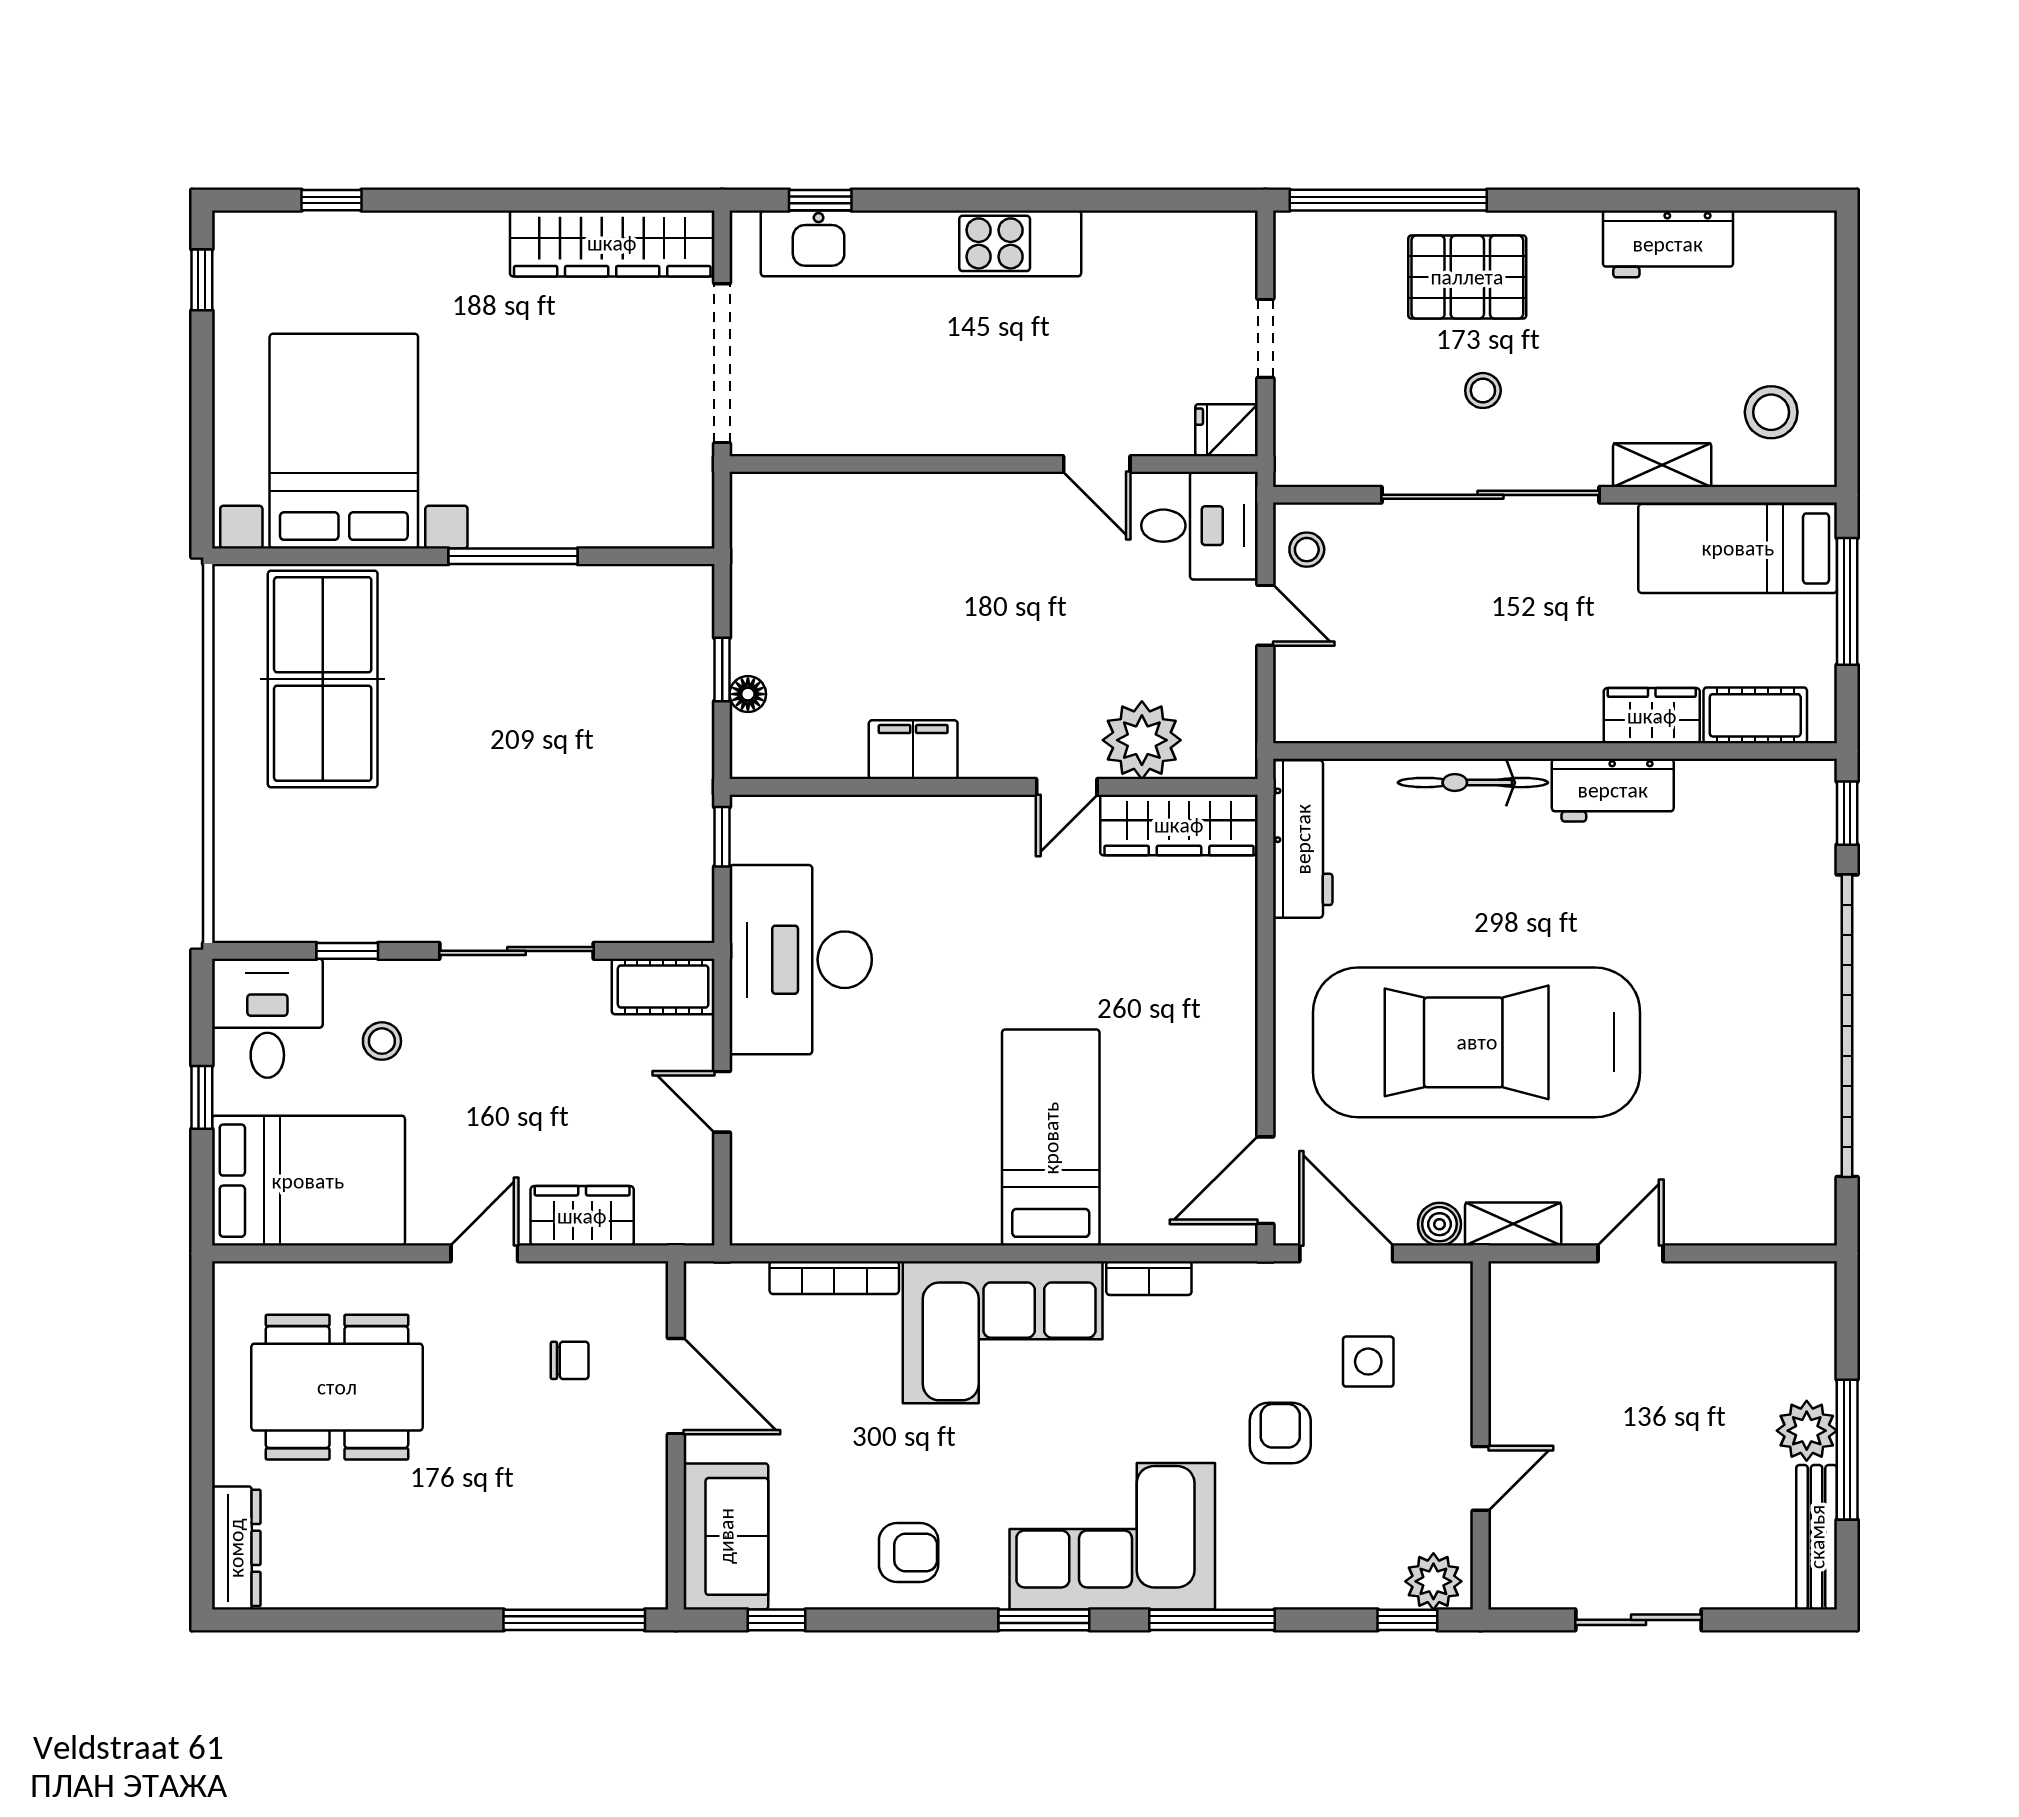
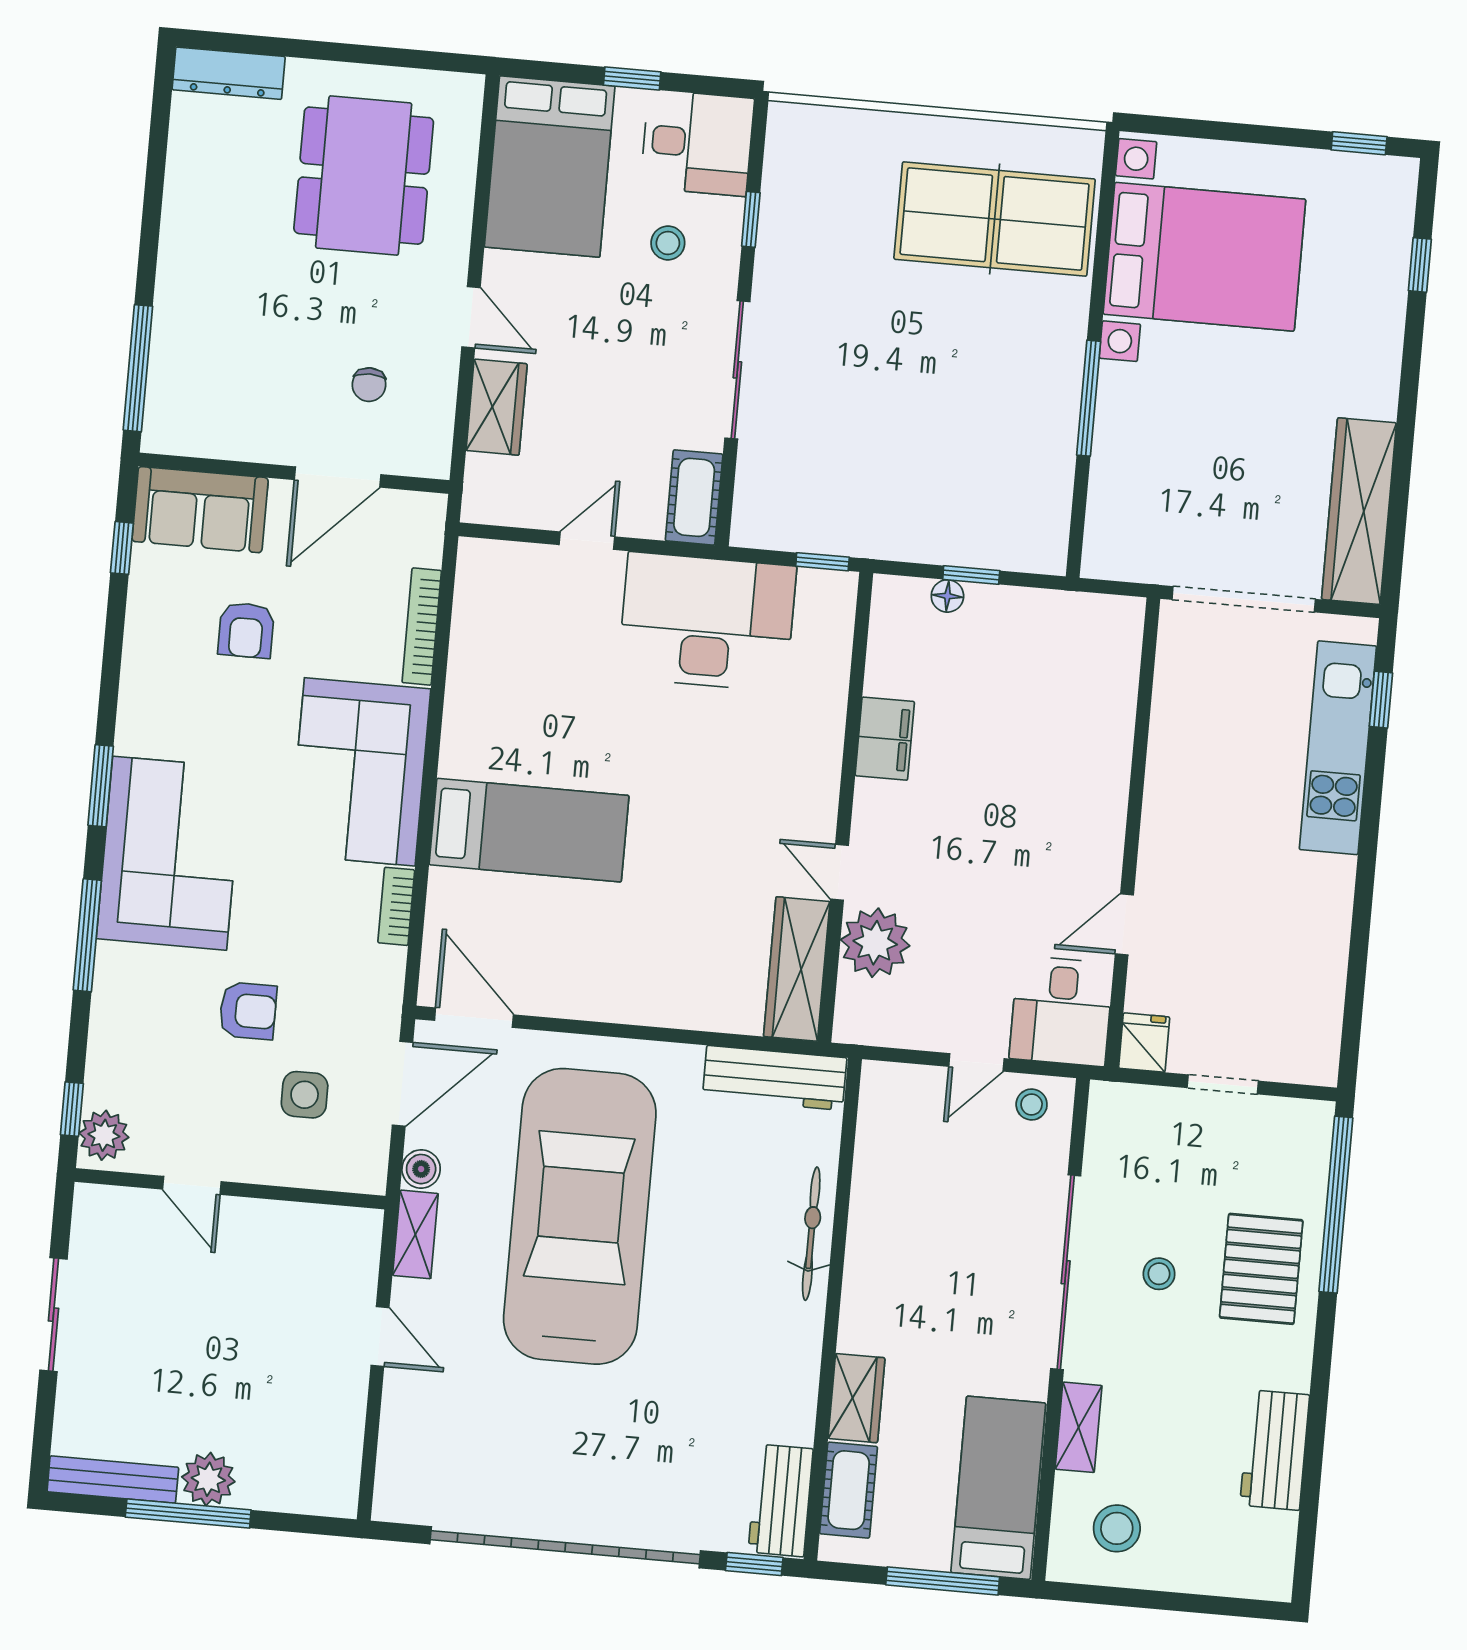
kitchen unit: (921, 243) -> (1338, 748), width x0.73
workbench: (1613, 790) -> (781, 1500), moved
armchair: (909, 1553) -> (246, 630), moved

